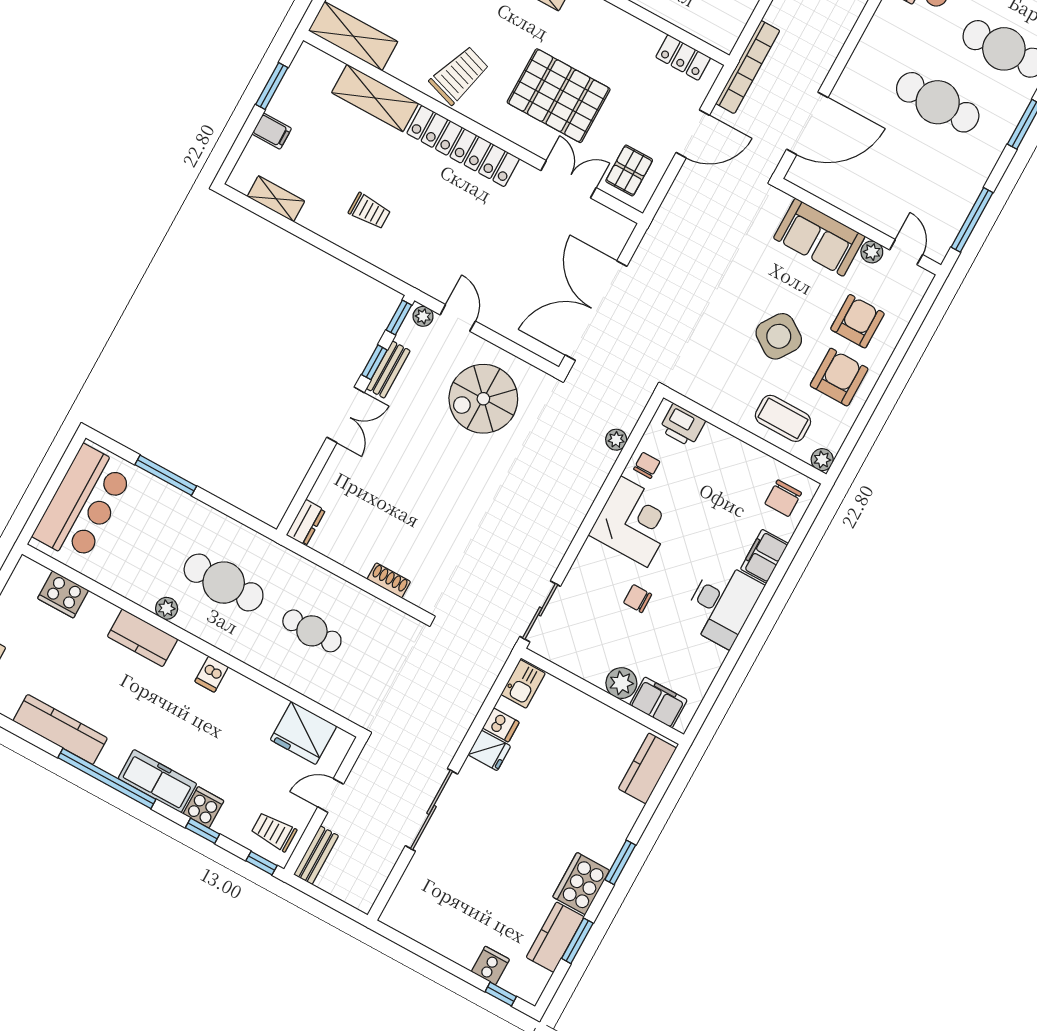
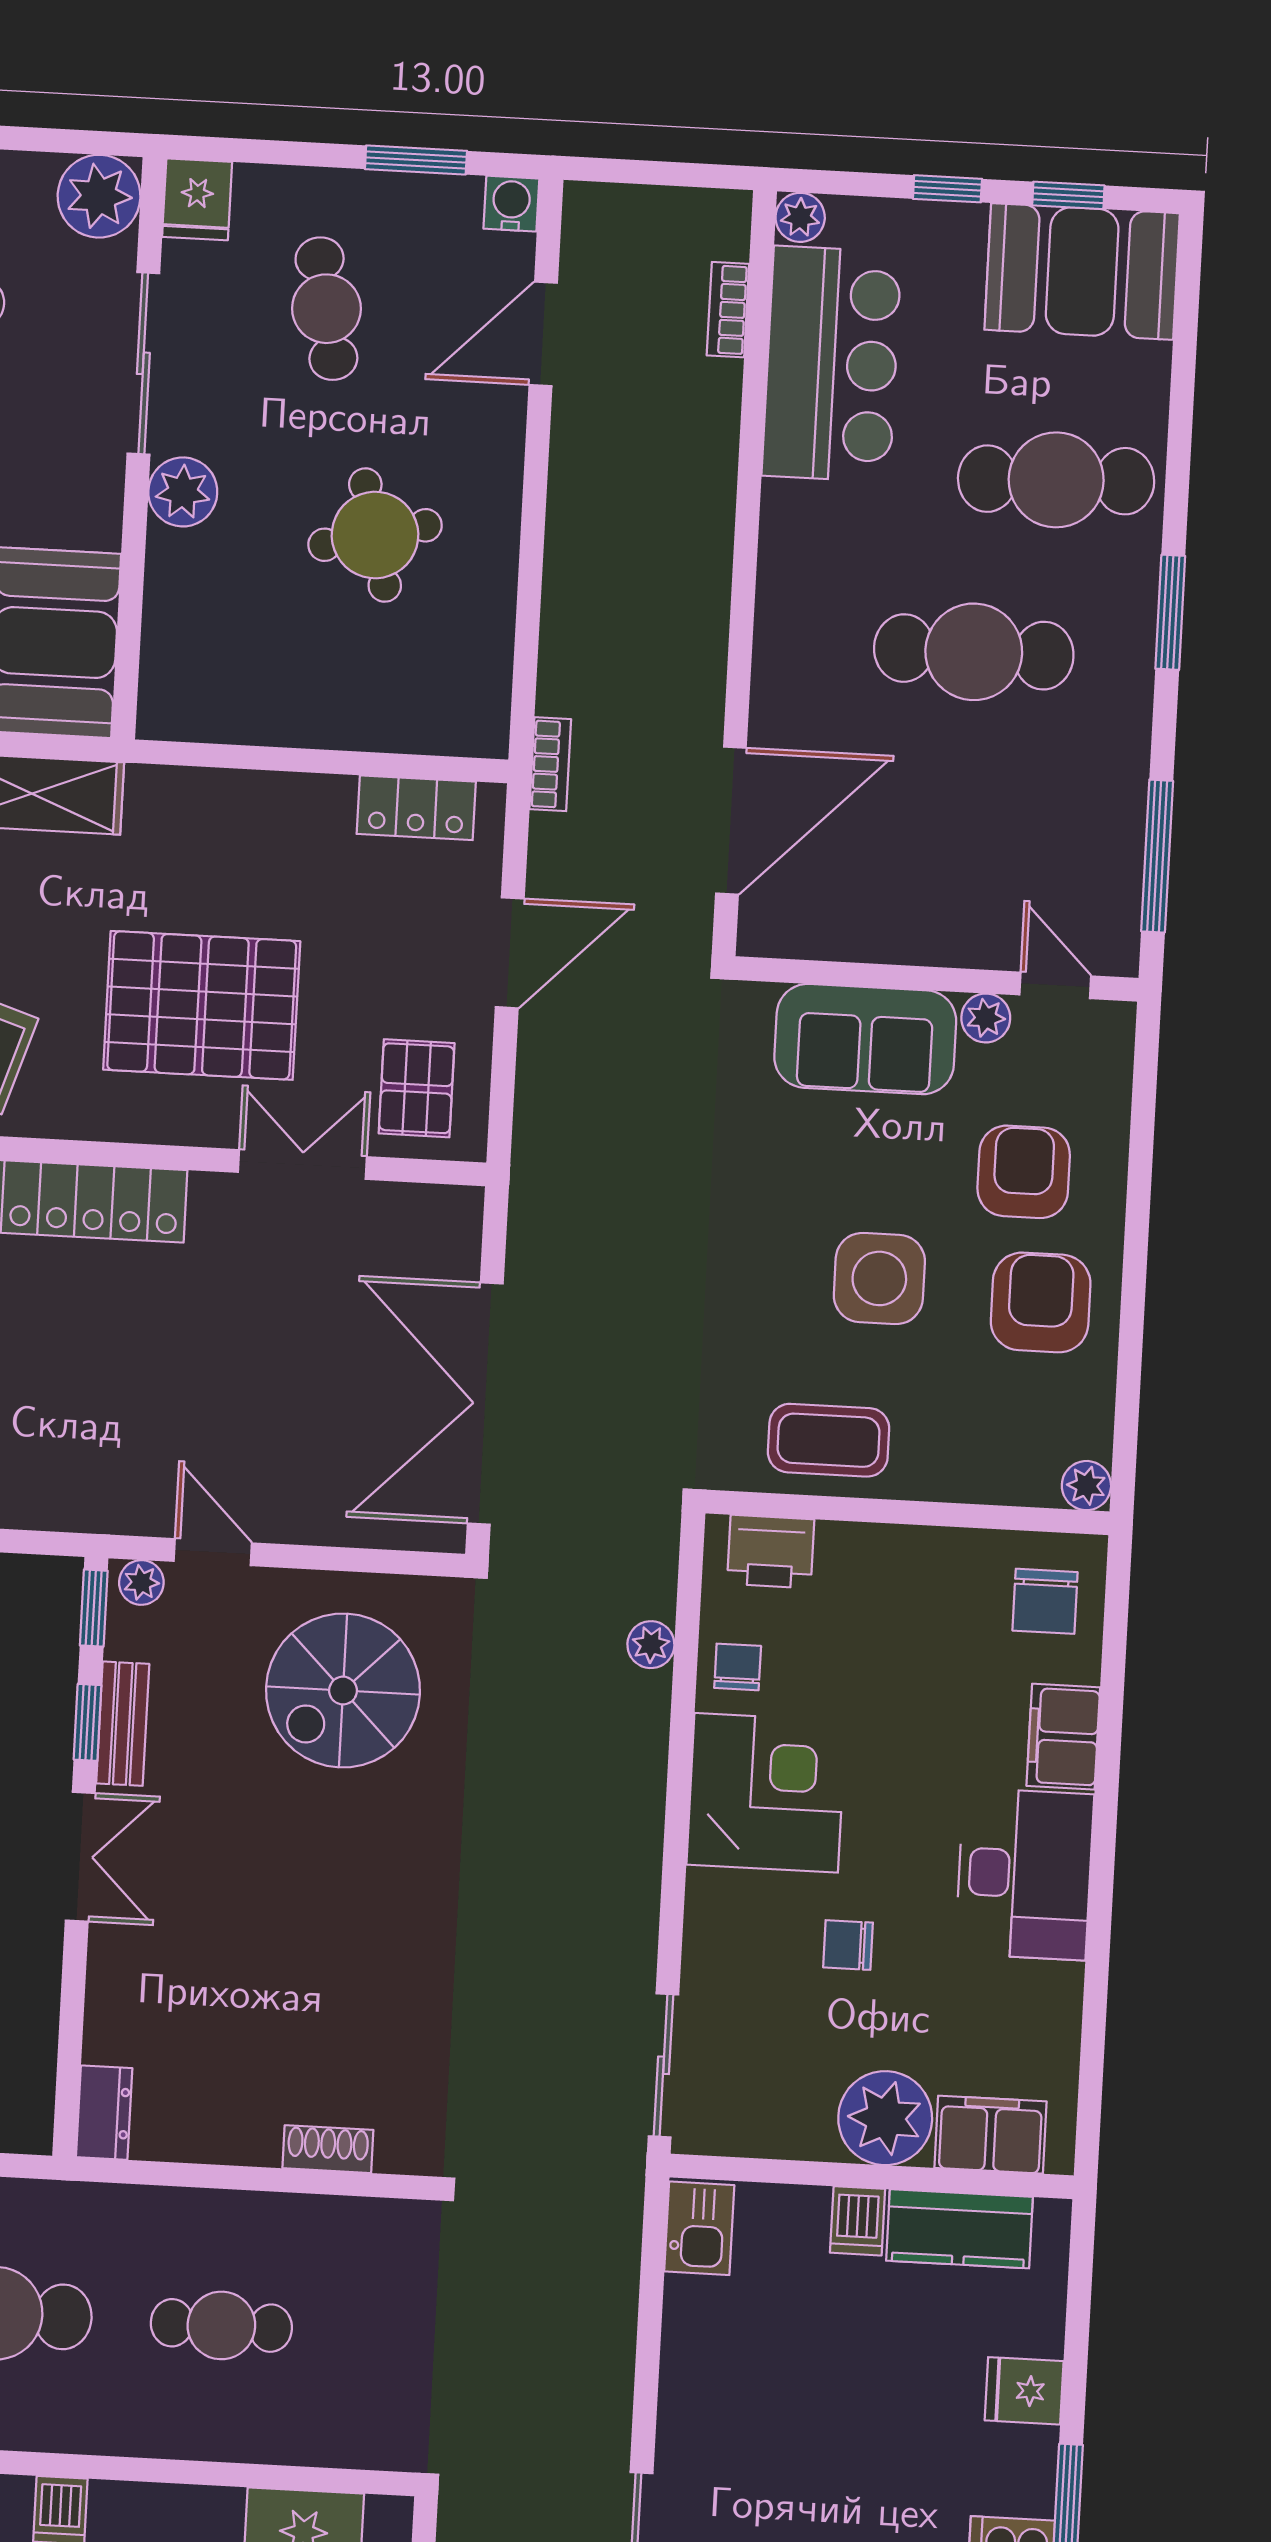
bookcase: (748, 67) -> (550, 764), width x0.43, depth x0.76
side table: (779, 336) -> (879, 1278), turned -34
coffee table: (783, 418) -> (829, 1440), moved
plant: (621, 683) -> (885, 2118), width x1.36, depth x1.36
dishwasher: (501, 725) -> (858, 2221), moved, turned 90
fridge: (489, 750) -> (1024, 2391), moved, turned 180
kitchen counter: (647, 768) -> (959, 2229), moved, turned -90

